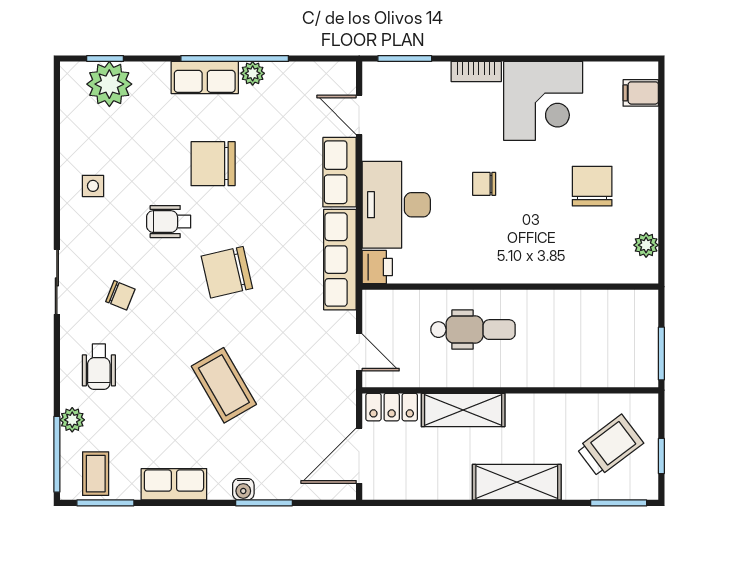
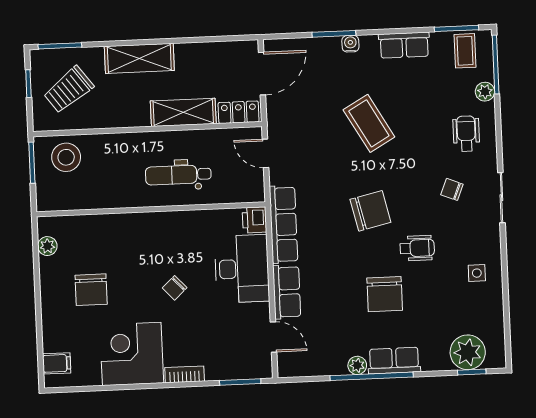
chair: (213, 164) -> (385, 294), turned 90
chair: (484, 184) -> (175, 288), turned 137
stool: (617, 359) -> (66, 157), added

